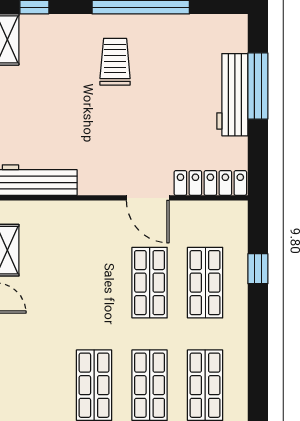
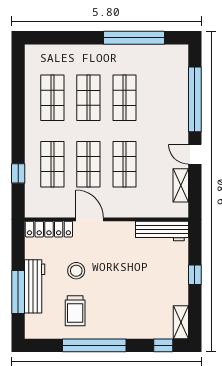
trolley: (115, 62) -> (75, 311), moved
stool: (168, 119) -> (76, 271), added
shop shelf: (94, 283) -> (124, 164), added

